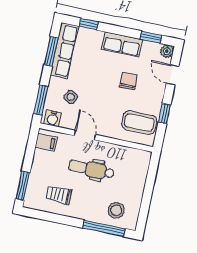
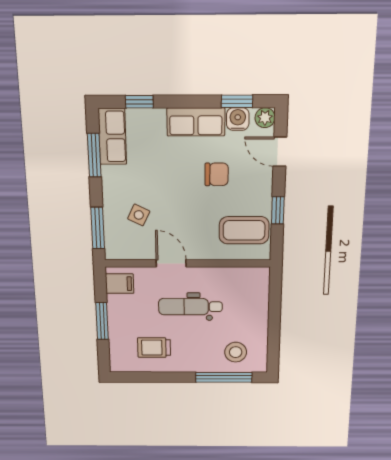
row of seats: (64, 51) -> (112, 137), width x0.68
chair: (129, 81) -> (217, 174), turned 90
water cooler: (53, 118) -> (238, 119), moved, turned 180
window: (23, 186) -> (102, 321), moved

